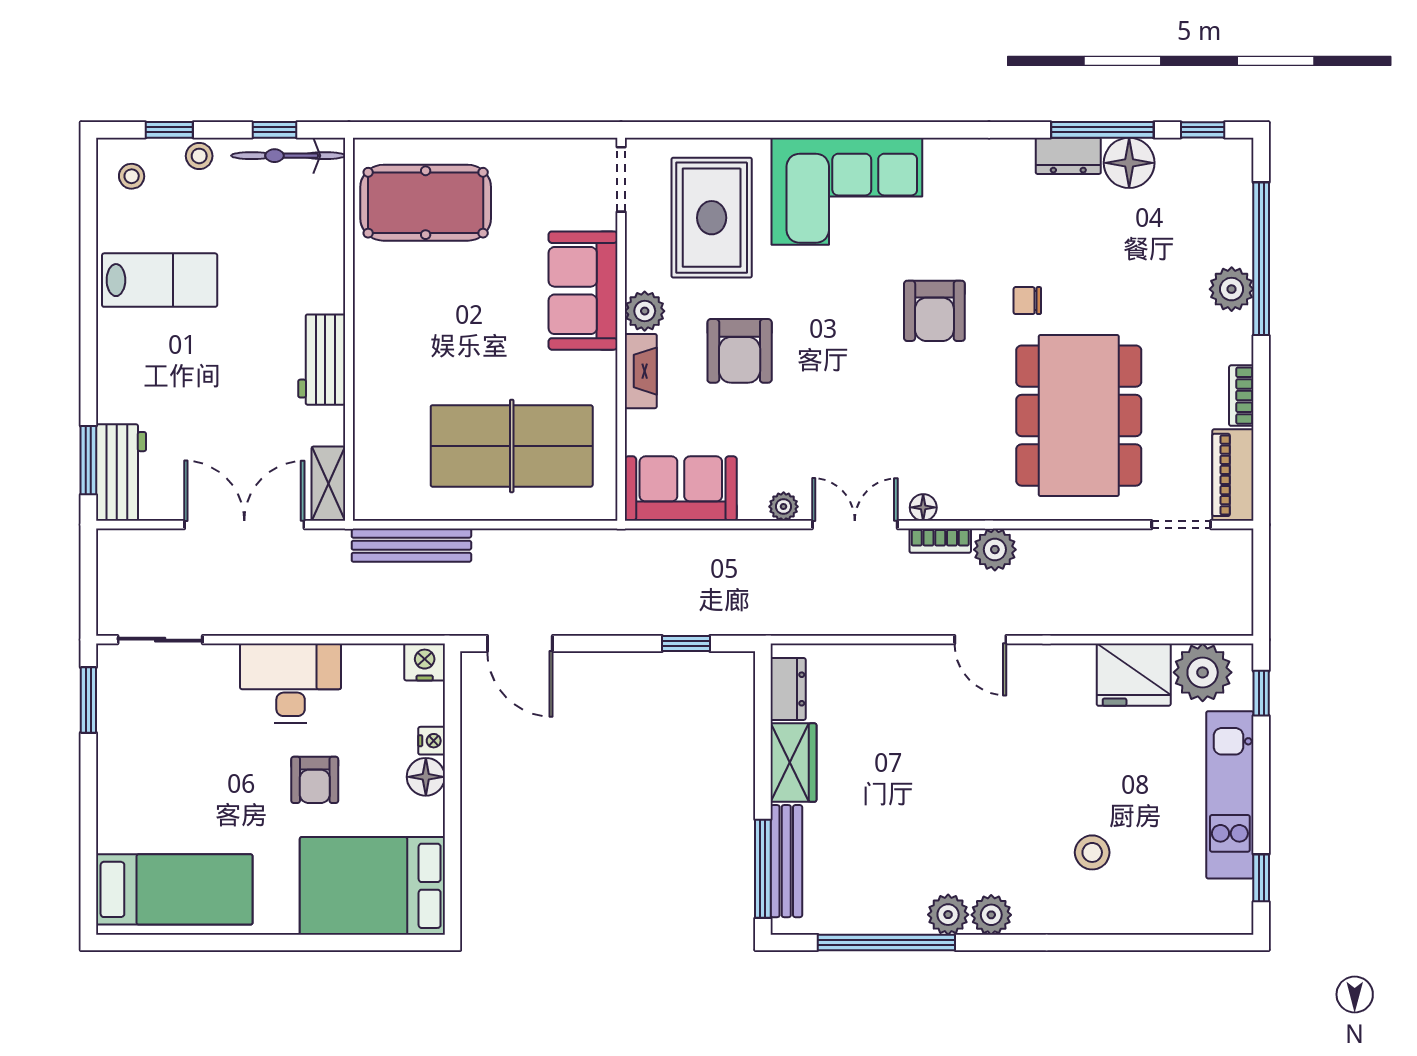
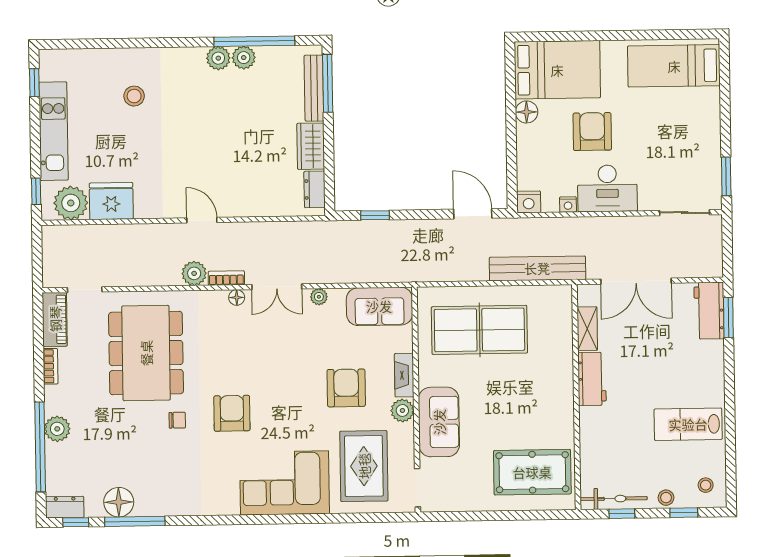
dresser: (1068, 156) -> (65, 507), moved
shelving: (328, 484) -> (587, 329), moved
bench: (411, 545) -> (537, 268), width x1.37, depth x1.21
nightstand: (432, 741) -> (568, 204), moved, turned -90
floor lamp: (426, 777) -> (527, 112), moved
armchair: (315, 780) -> (592, 132), width x1.38, depth x1.38
plant: (991, 915) -> (244, 58), moved

